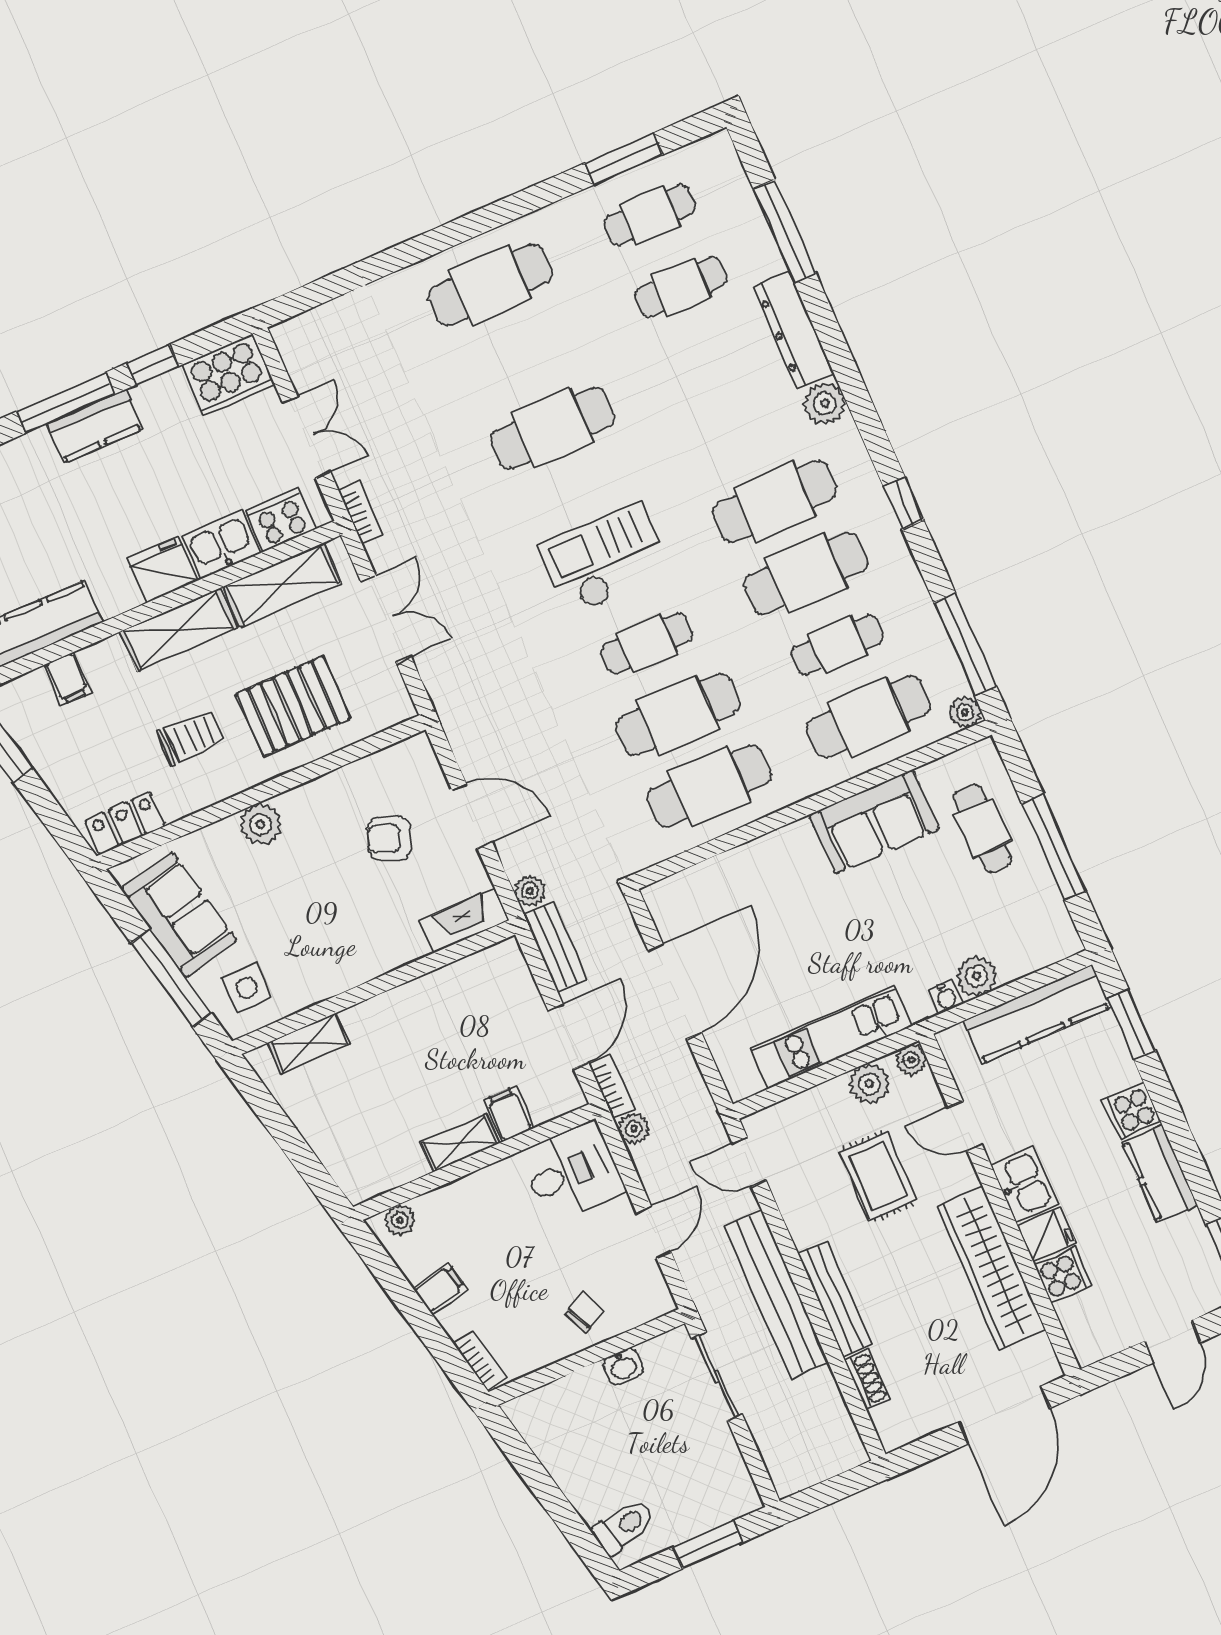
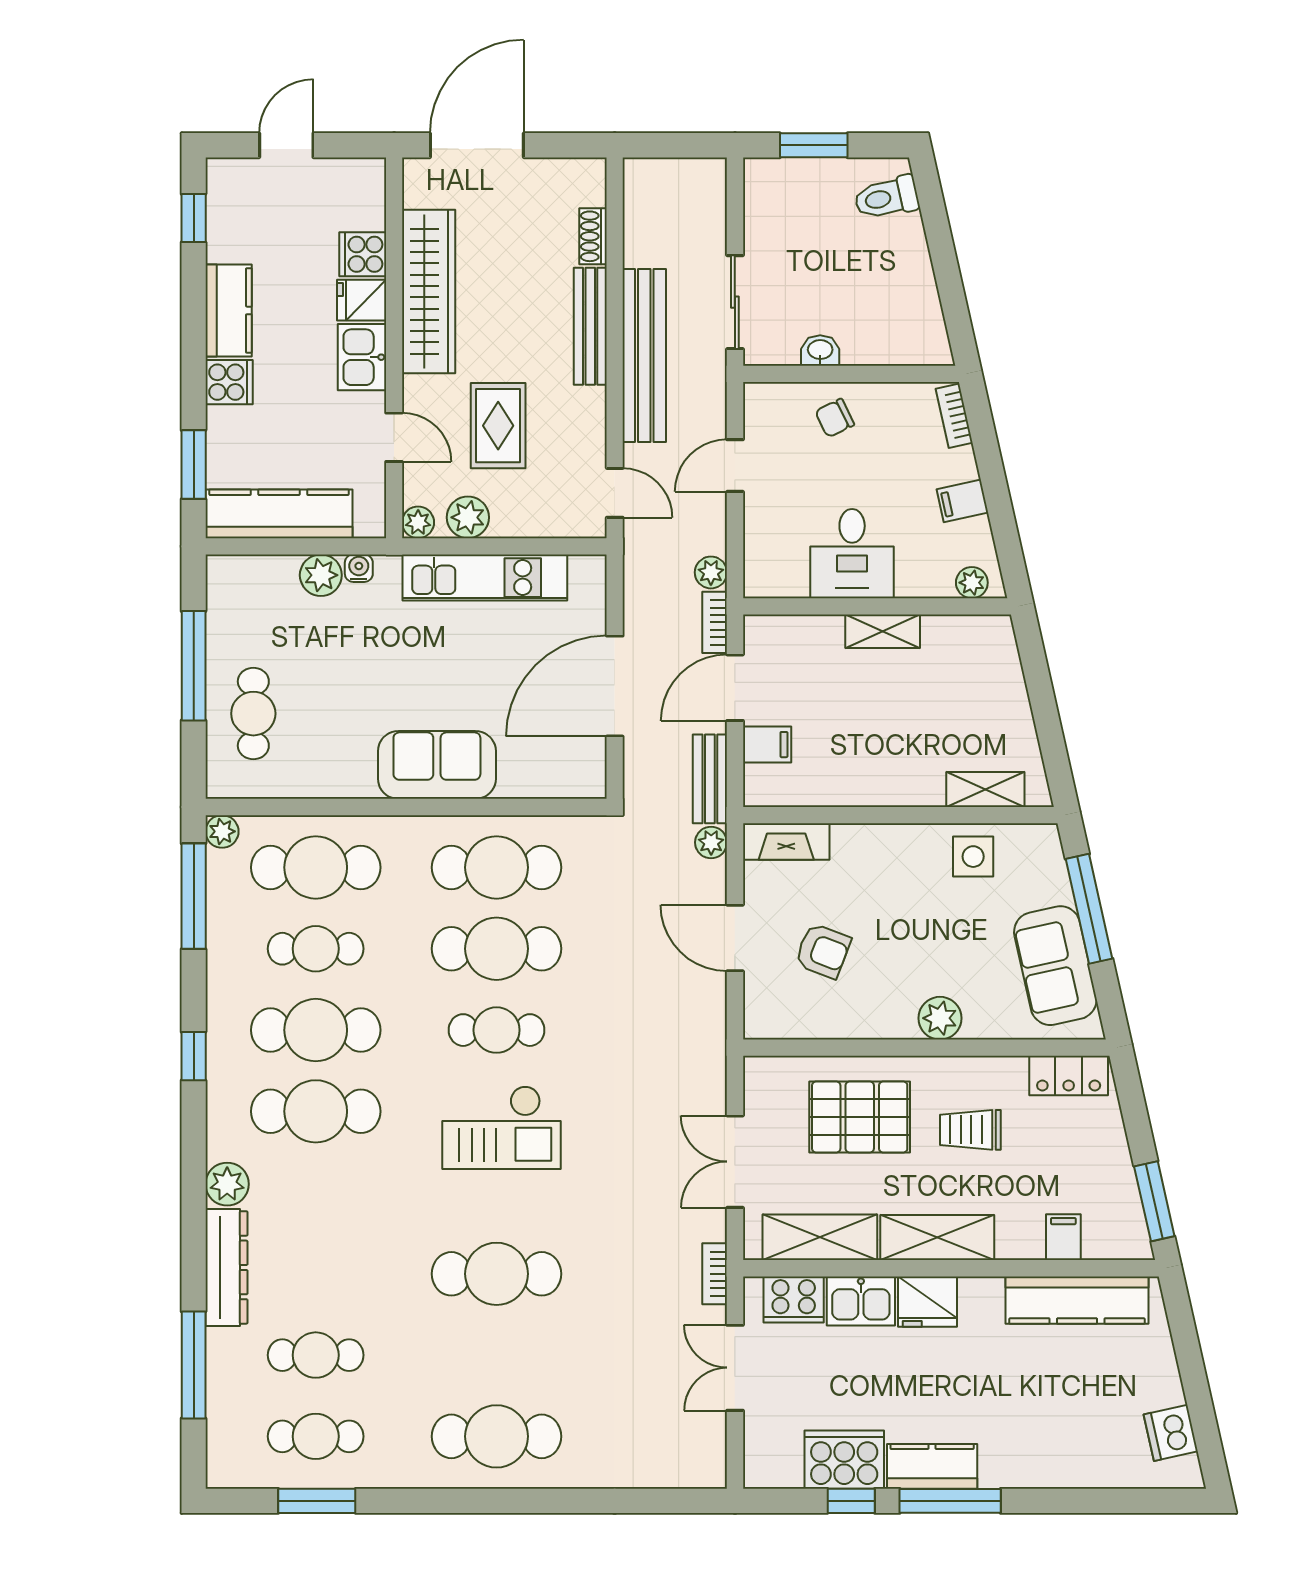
cooker: (228, 375) -> (844, 1460), moved
sofa: (874, 822) -> (437, 765), moved
side table: (247, 988) -> (973, 857), moved
filing cabinet: (509, 1114) -> (767, 745), moved, turned -90
desk: (572, 1172) -> (852, 554), moved, turned -90

